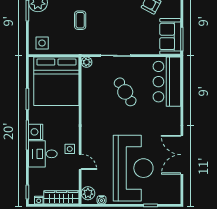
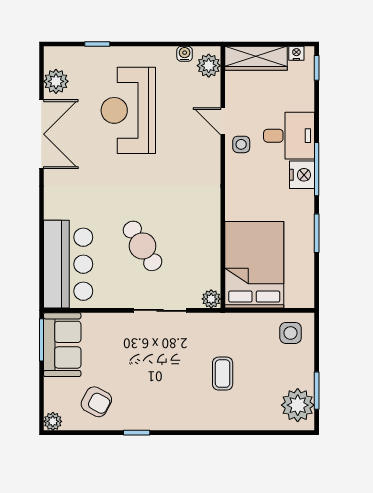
bed: (56, 81) -> (254, 265), width x0.73
reception desk: (133, 168) -> (128, 110), width x0.74, depth x0.77
plant: (174, 184) -> (56, 81), added

